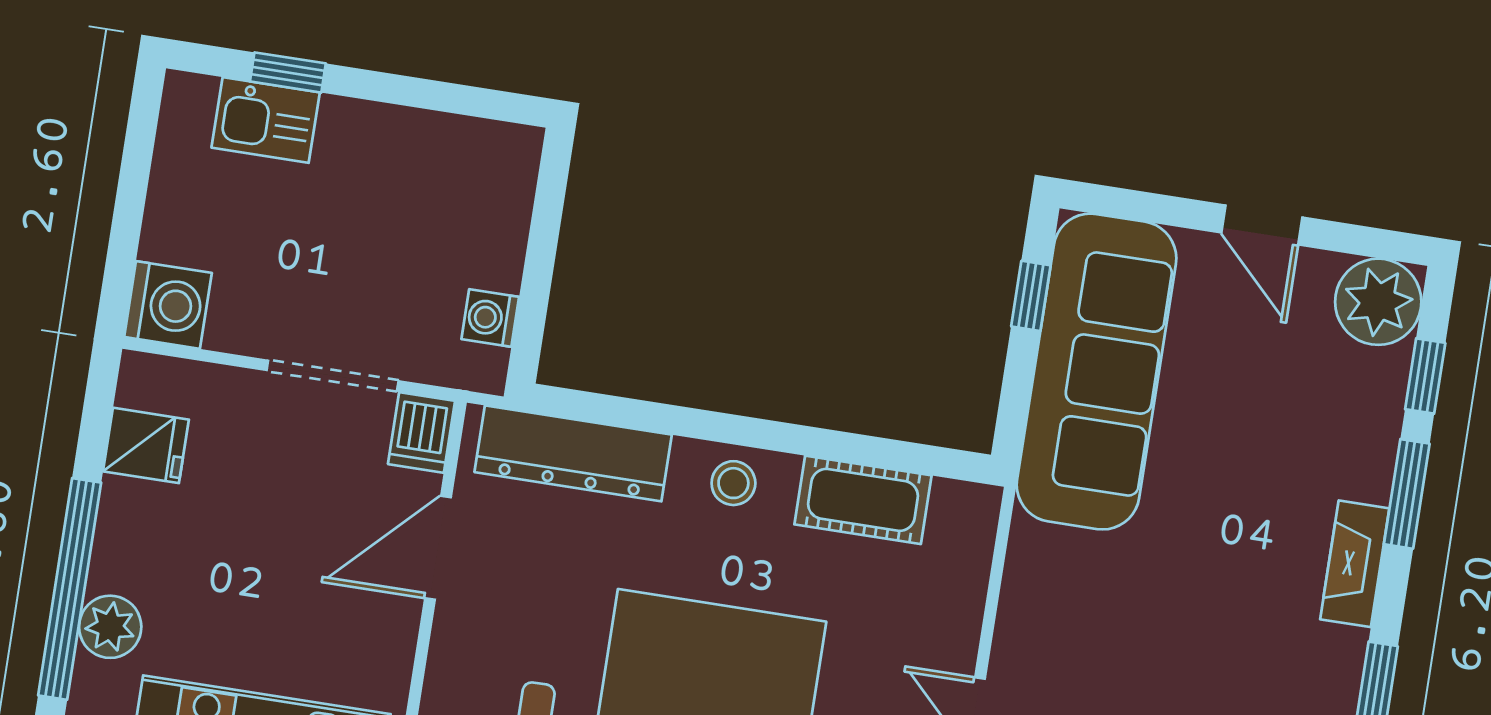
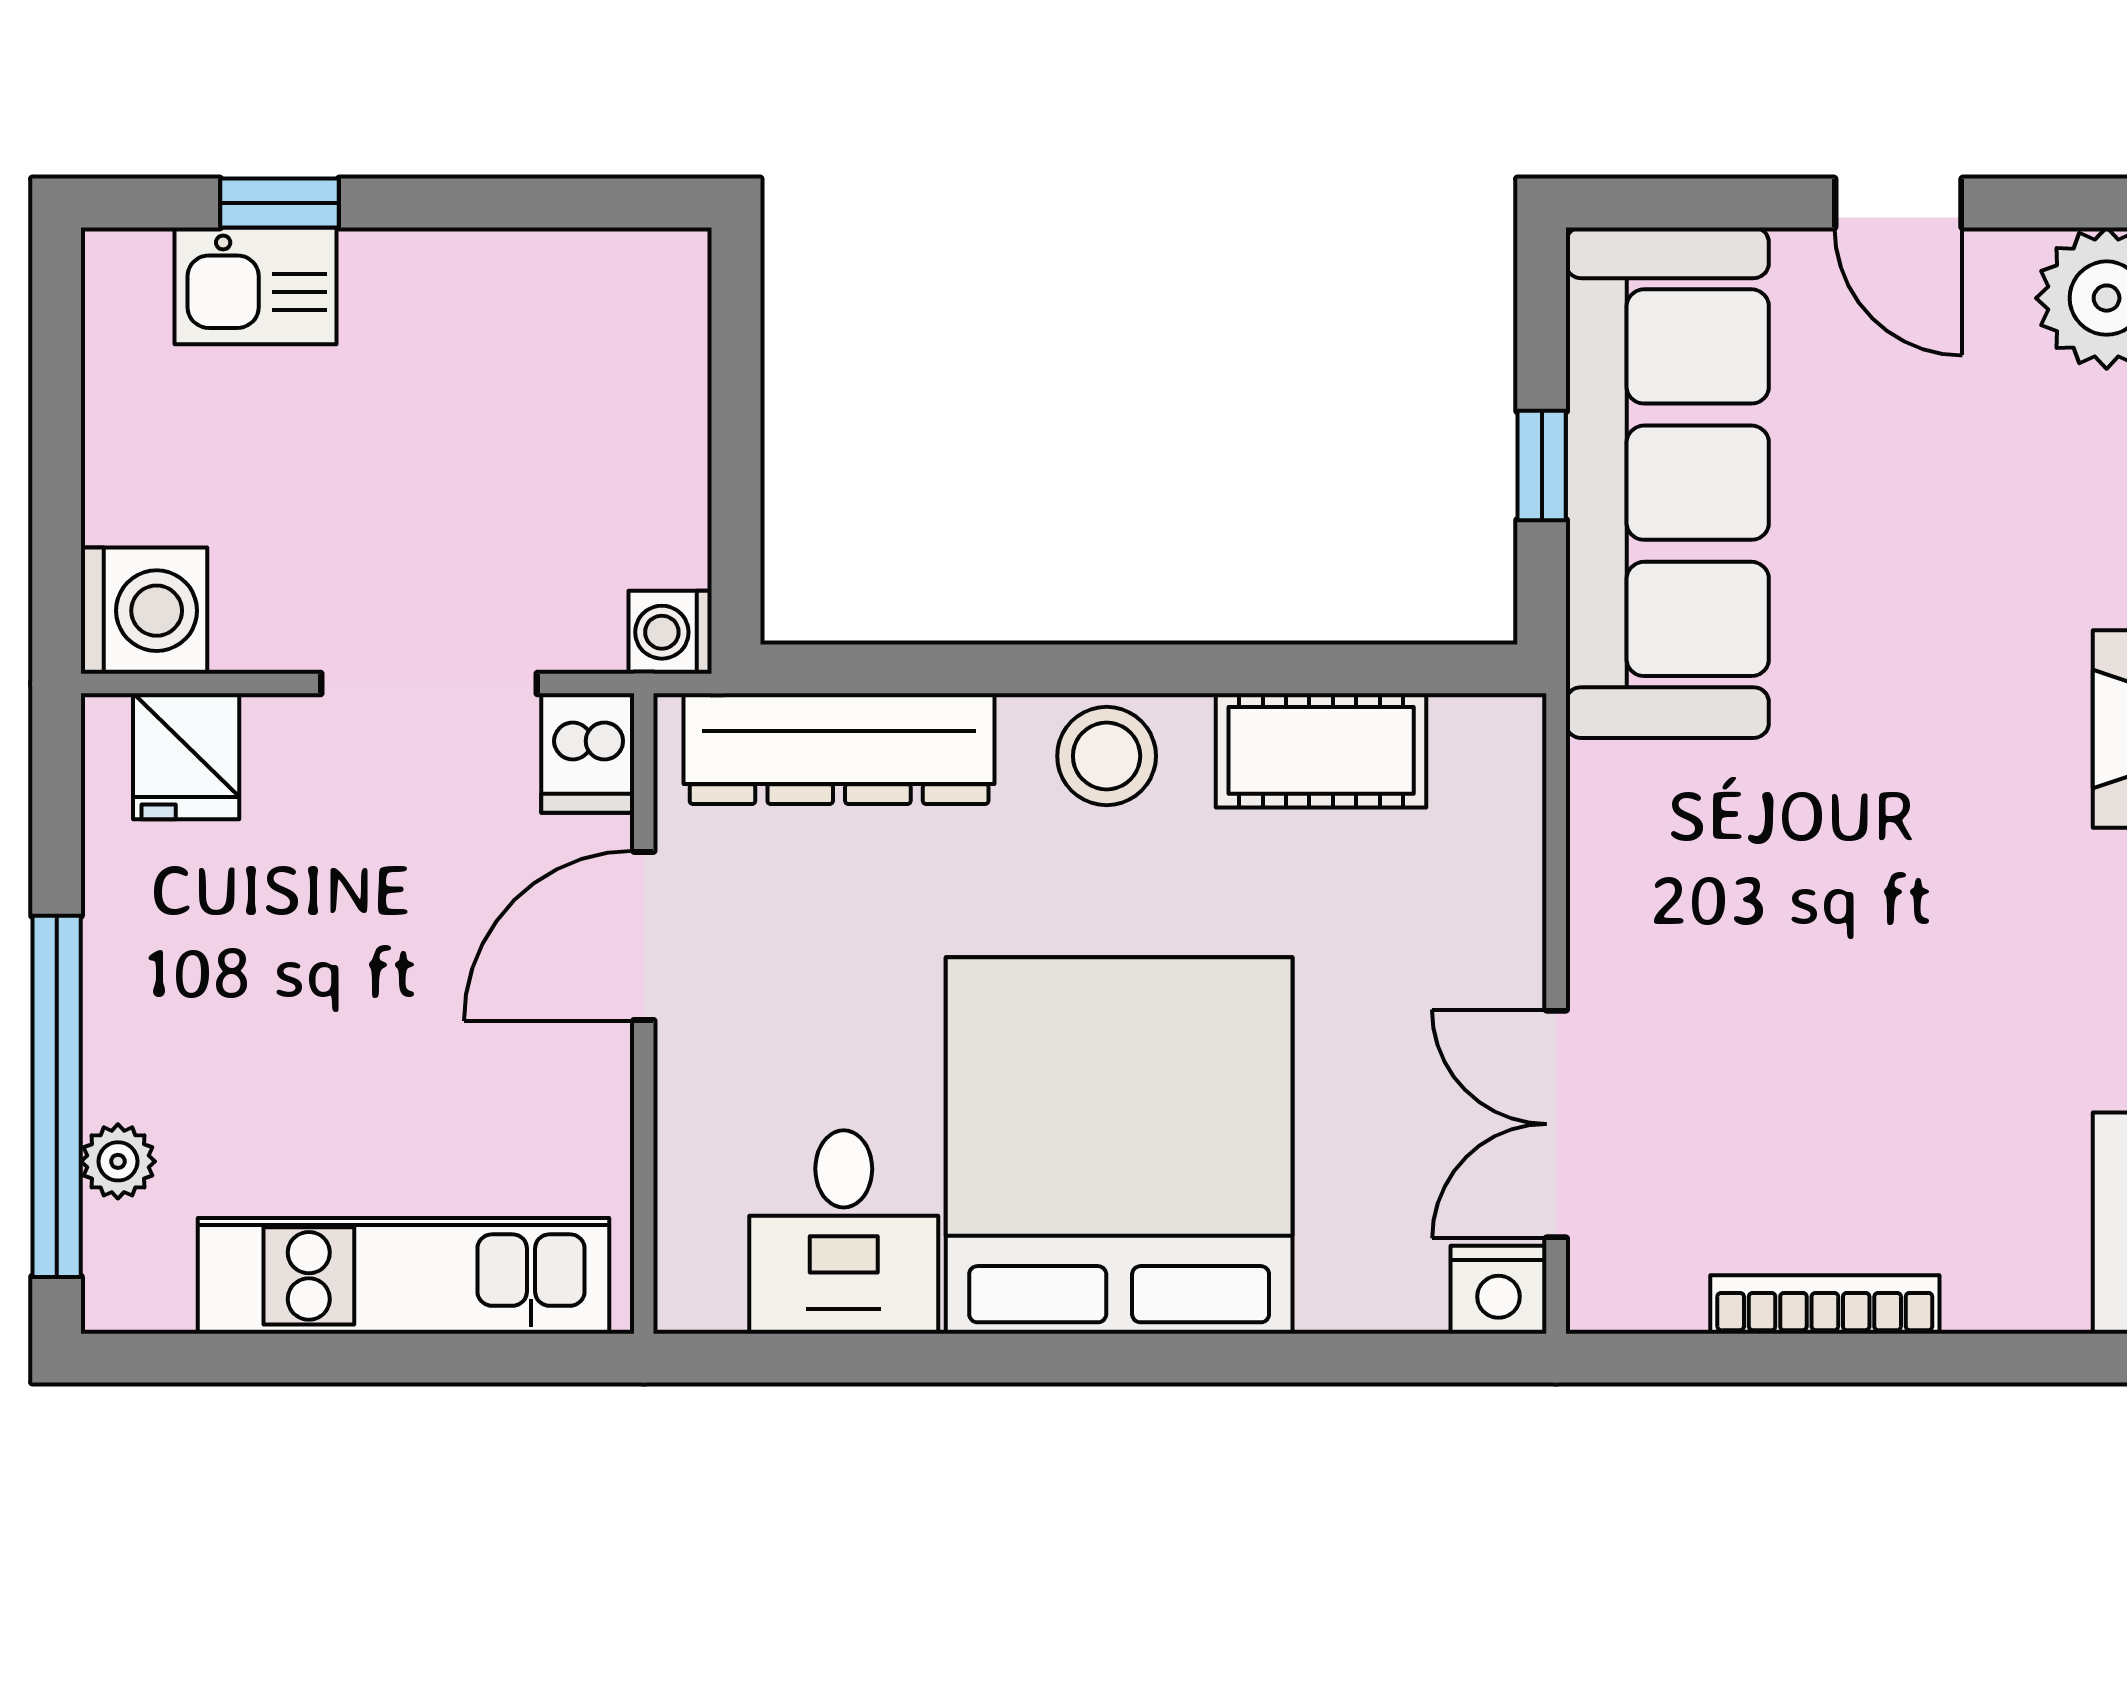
window: (1031, 296) -> (1542, 466), moved
washing machine: (490, 318) -> (670, 632), moved
fridge: (146, 445) -> (186, 756), moved, turned 90
stool: (733, 483) -> (1107, 756), width x1.37, depth x1.37
plant: (110, 627) -> (118, 1161), width x0.73, depth x0.73

